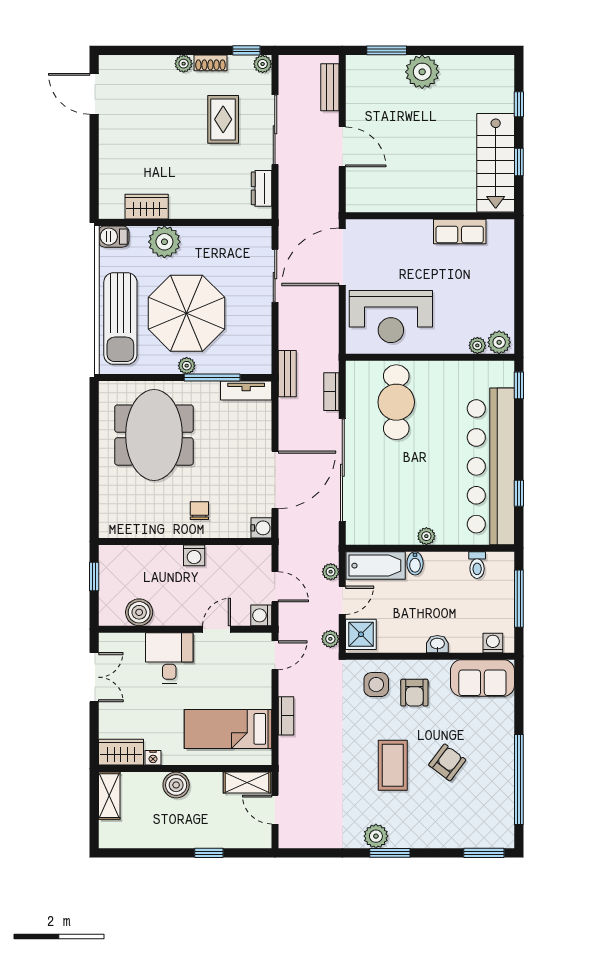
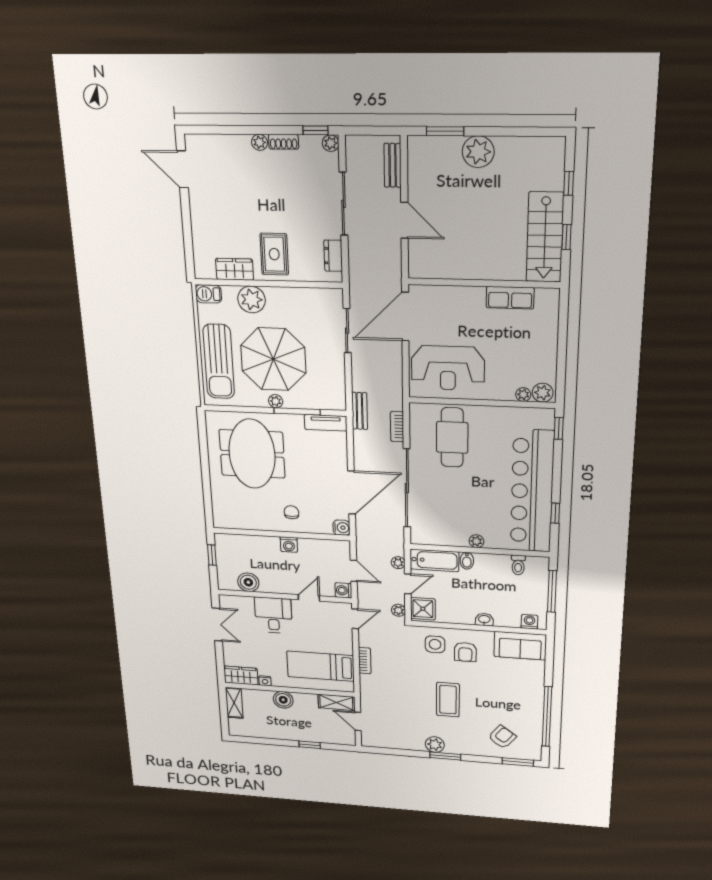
rug: (223, 119) -> (274, 254), moved
armchair: (447, 762) -> (502, 737), moved

